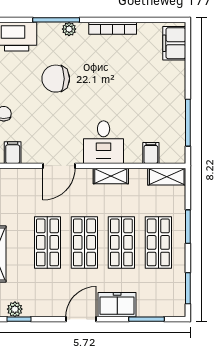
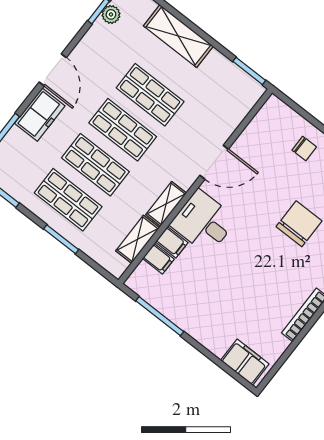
filing cabinet: (13, 153) -> (172, 242), moved
door: (59, 166) -> (214, 162), swing flipped
shelving: (167, 177) -> (138, 239), moved

